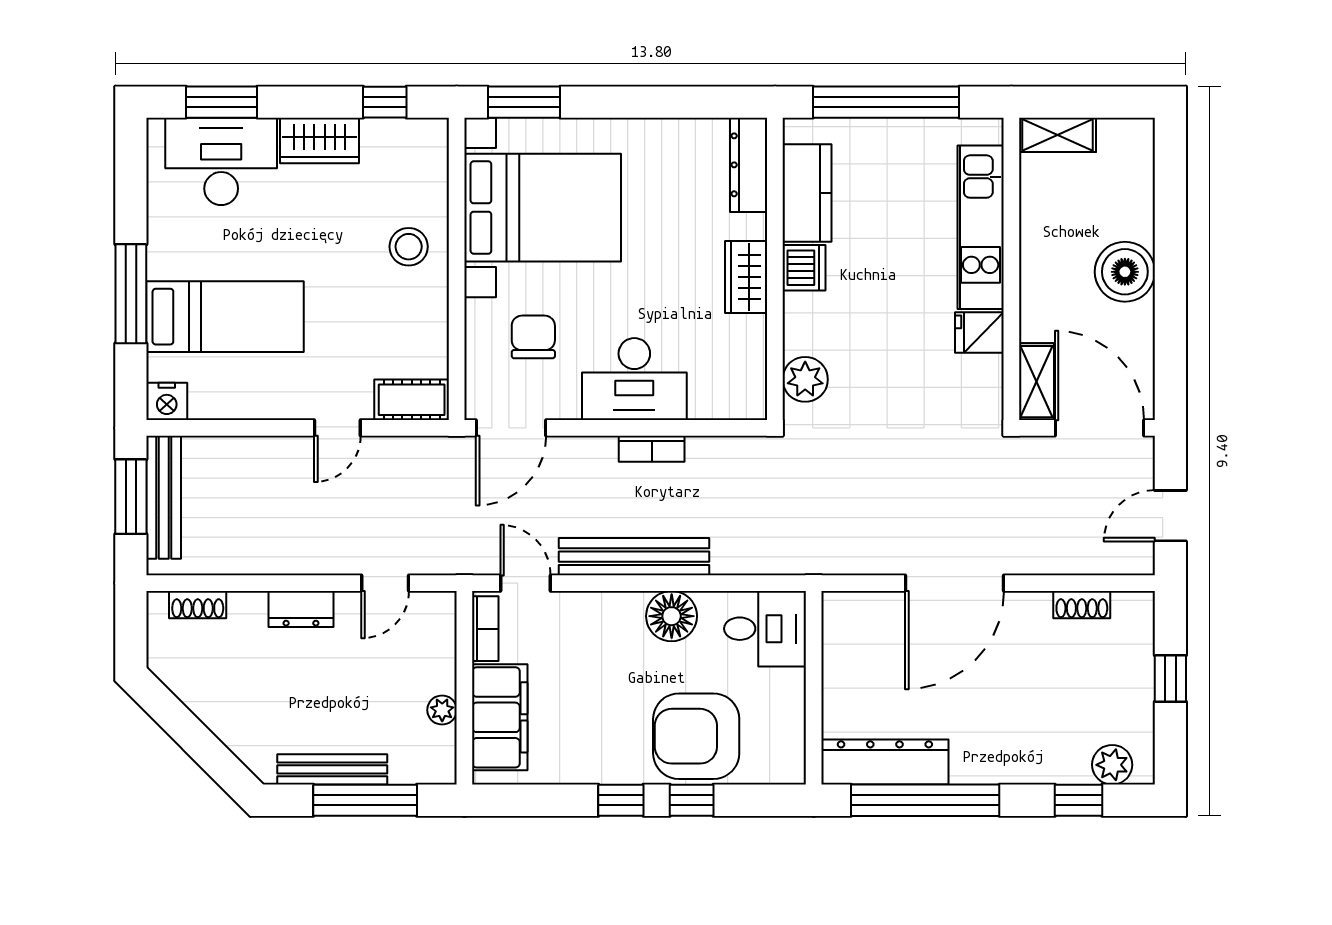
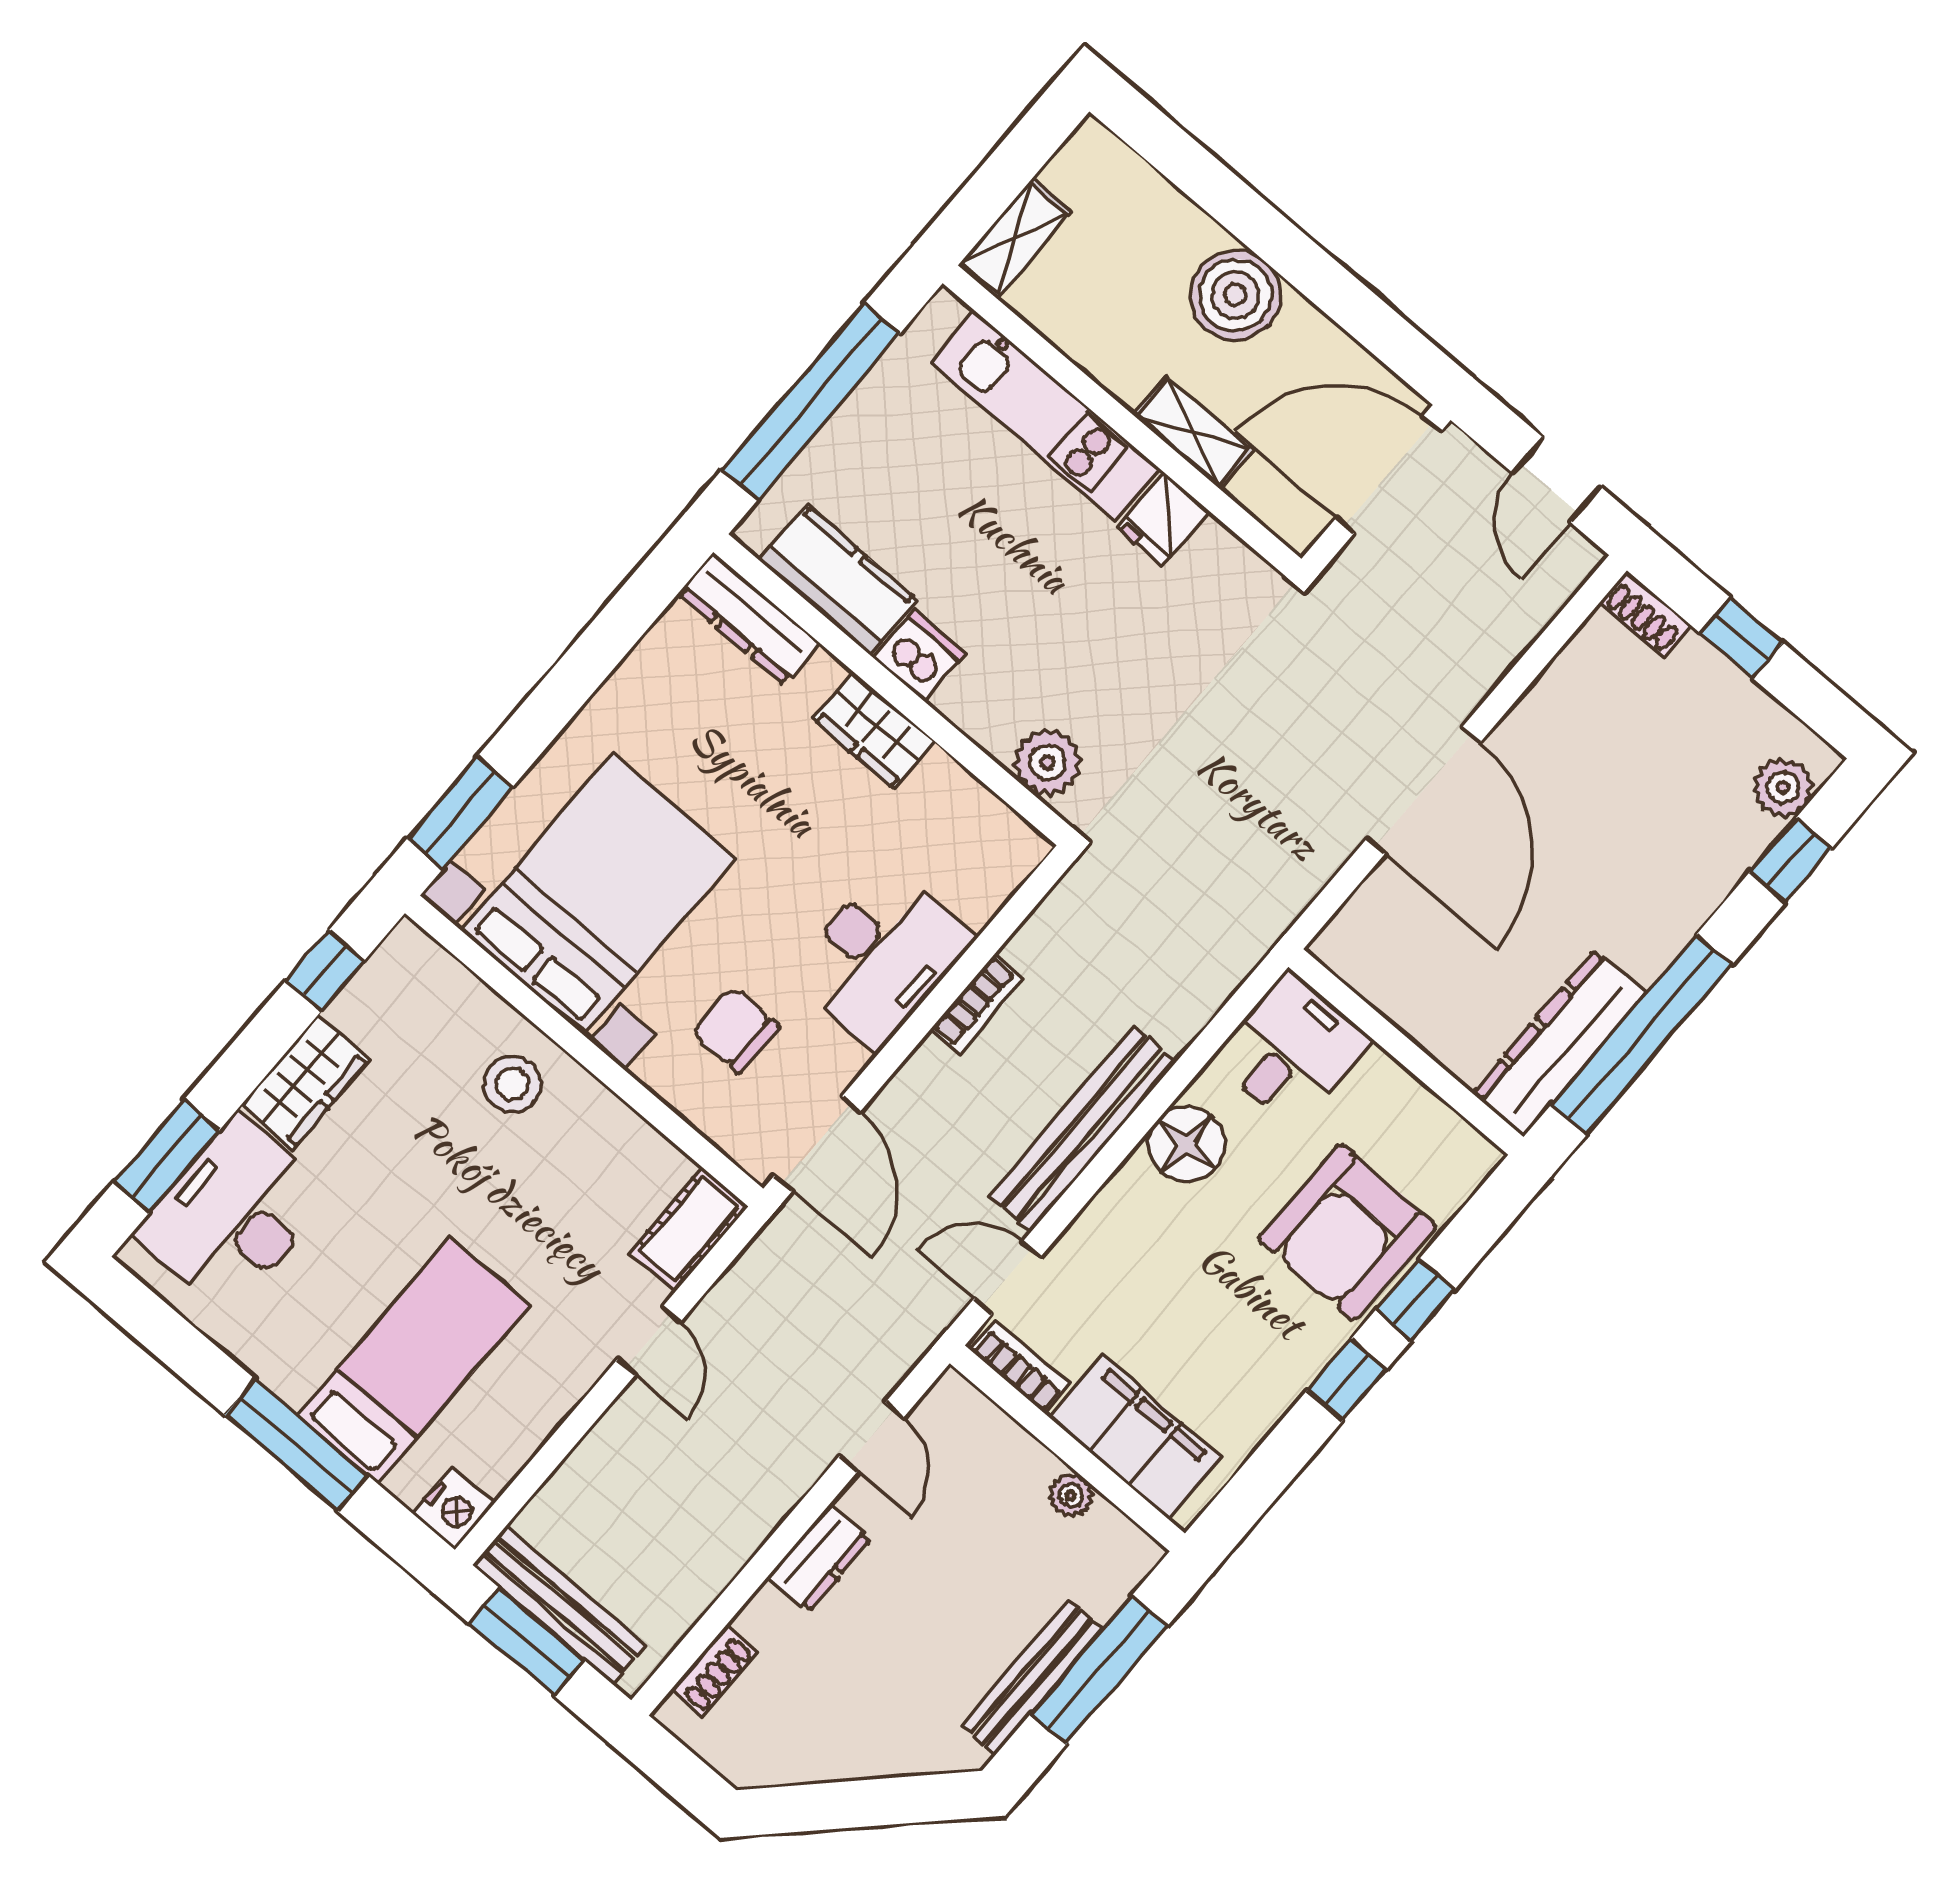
shelving: (1037, 382) -> (1193, 432), moved
shoe rack: (1082, 605) -> (1646, 613), moved, turned 90

